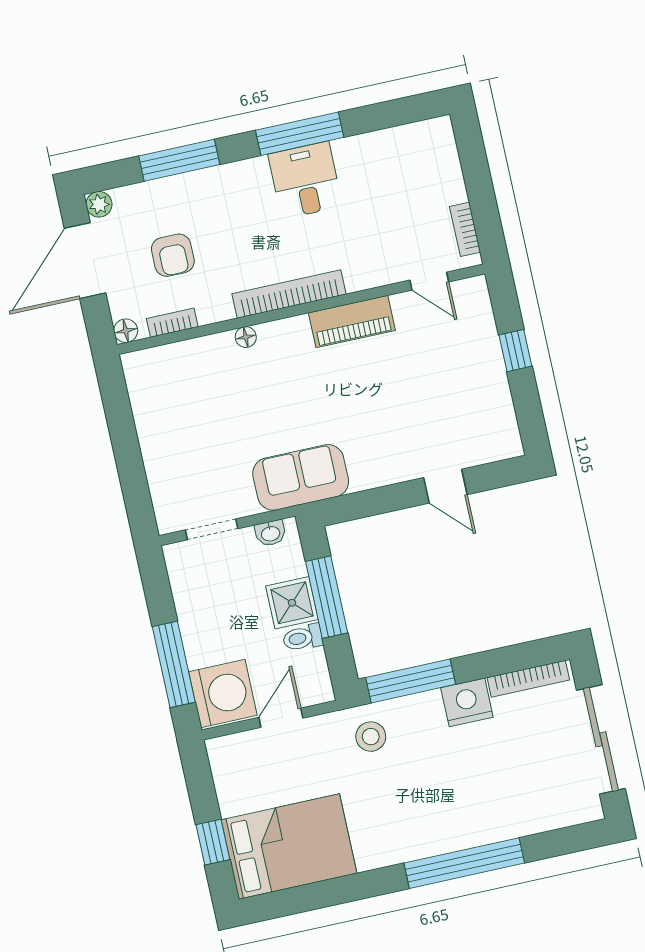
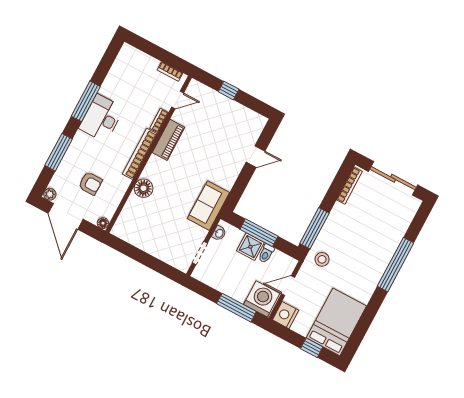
desk: (305, 180) -> (101, 118), width x1.37
bookcase: (172, 323) -> (159, 120), moved
floor lamp: (246, 337) -> (144, 188), width x1.89, depth x1.89
nightstand: (467, 702) -> (286, 315), moved
door: (281, 718) -> (288, 286), hinge flipped

